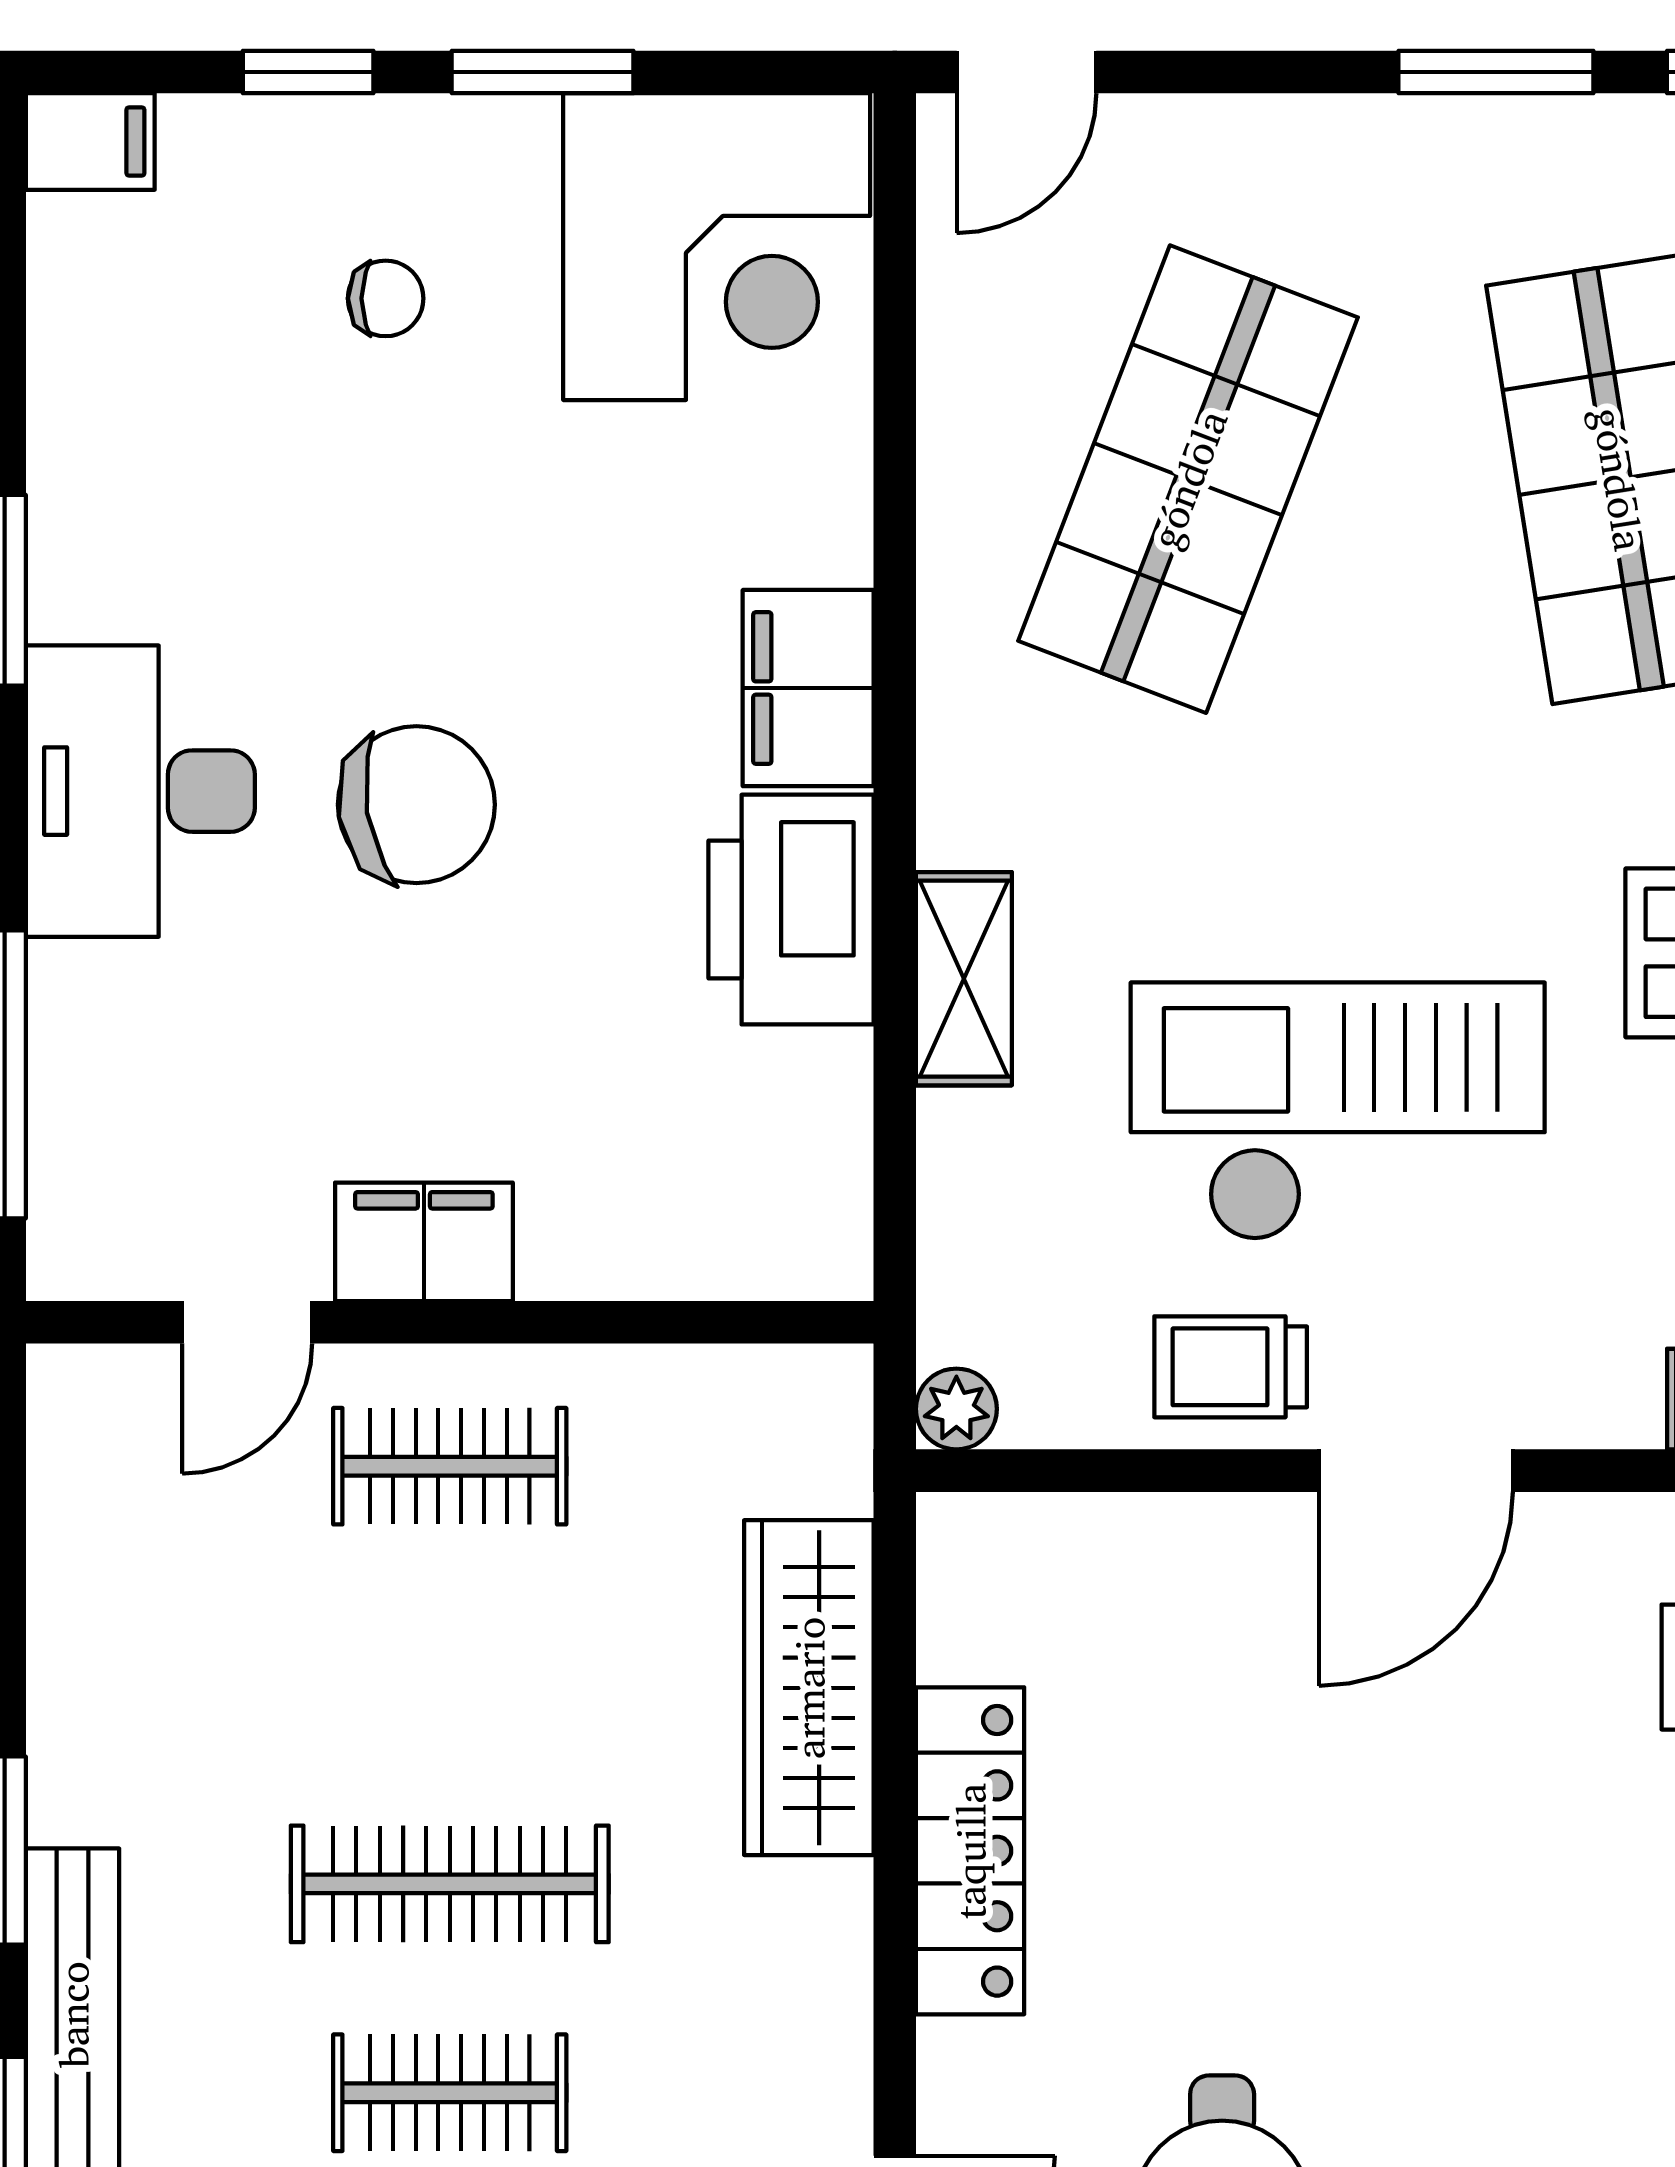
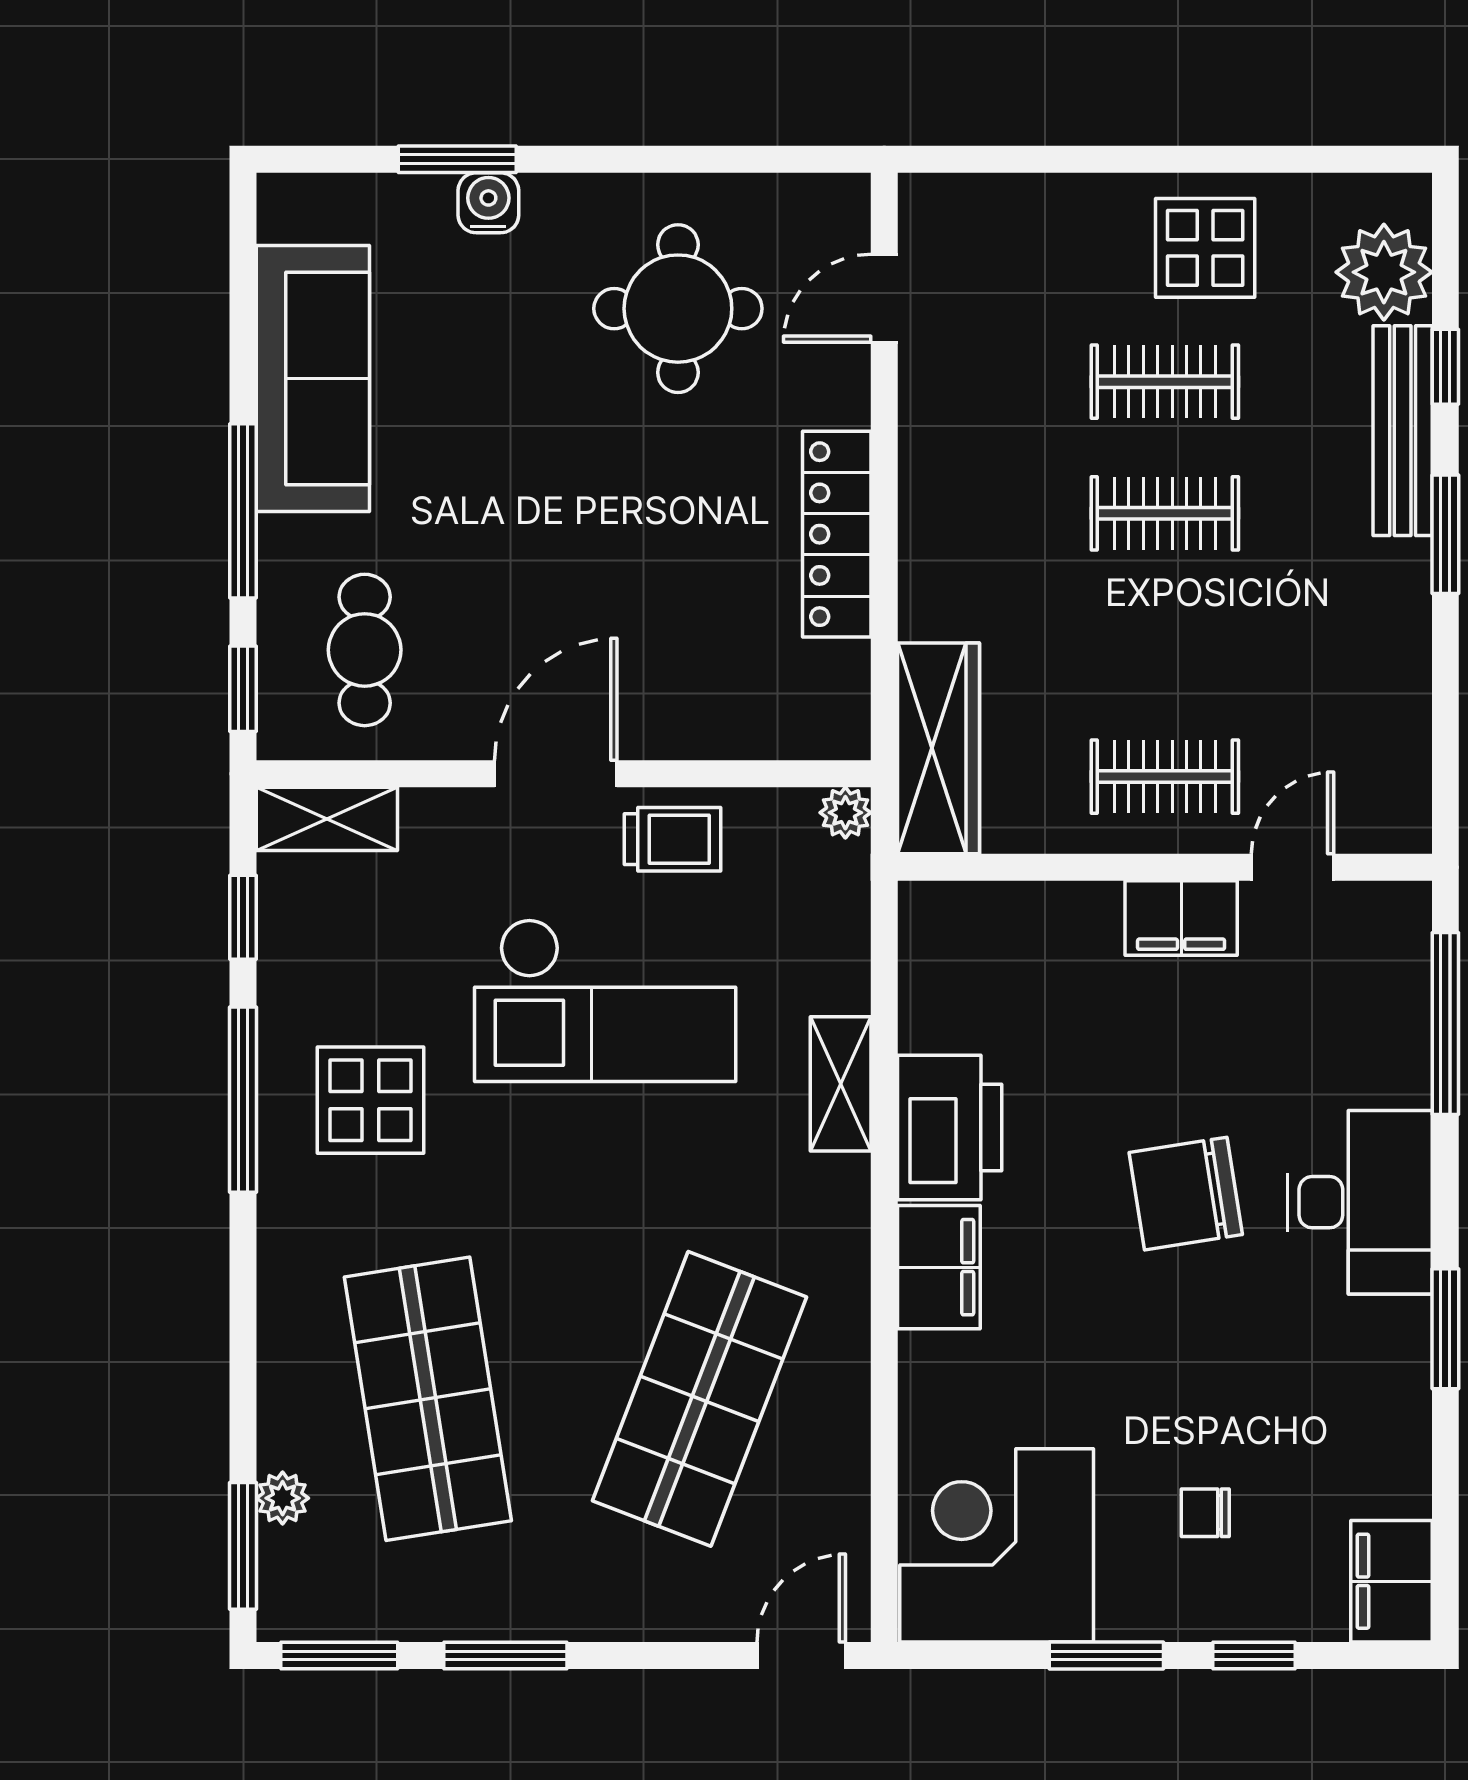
filing cabinet: (90, 141) -> (1391, 1581), width x2.00
wardrobe: (809, 1688) -> (938, 748), moved
clothes rail: (450, 1884) -> (1165, 513), width x0.73

